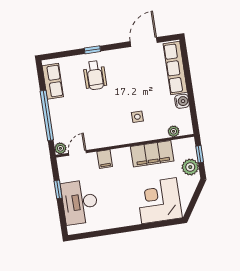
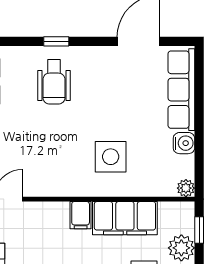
side table: (137, 117) -> (111, 157), width x1.87, depth x1.87
plant: (174, 131) -> (186, 188), moved
filing cabinet: (105, 159) -> (81, 215), moved

